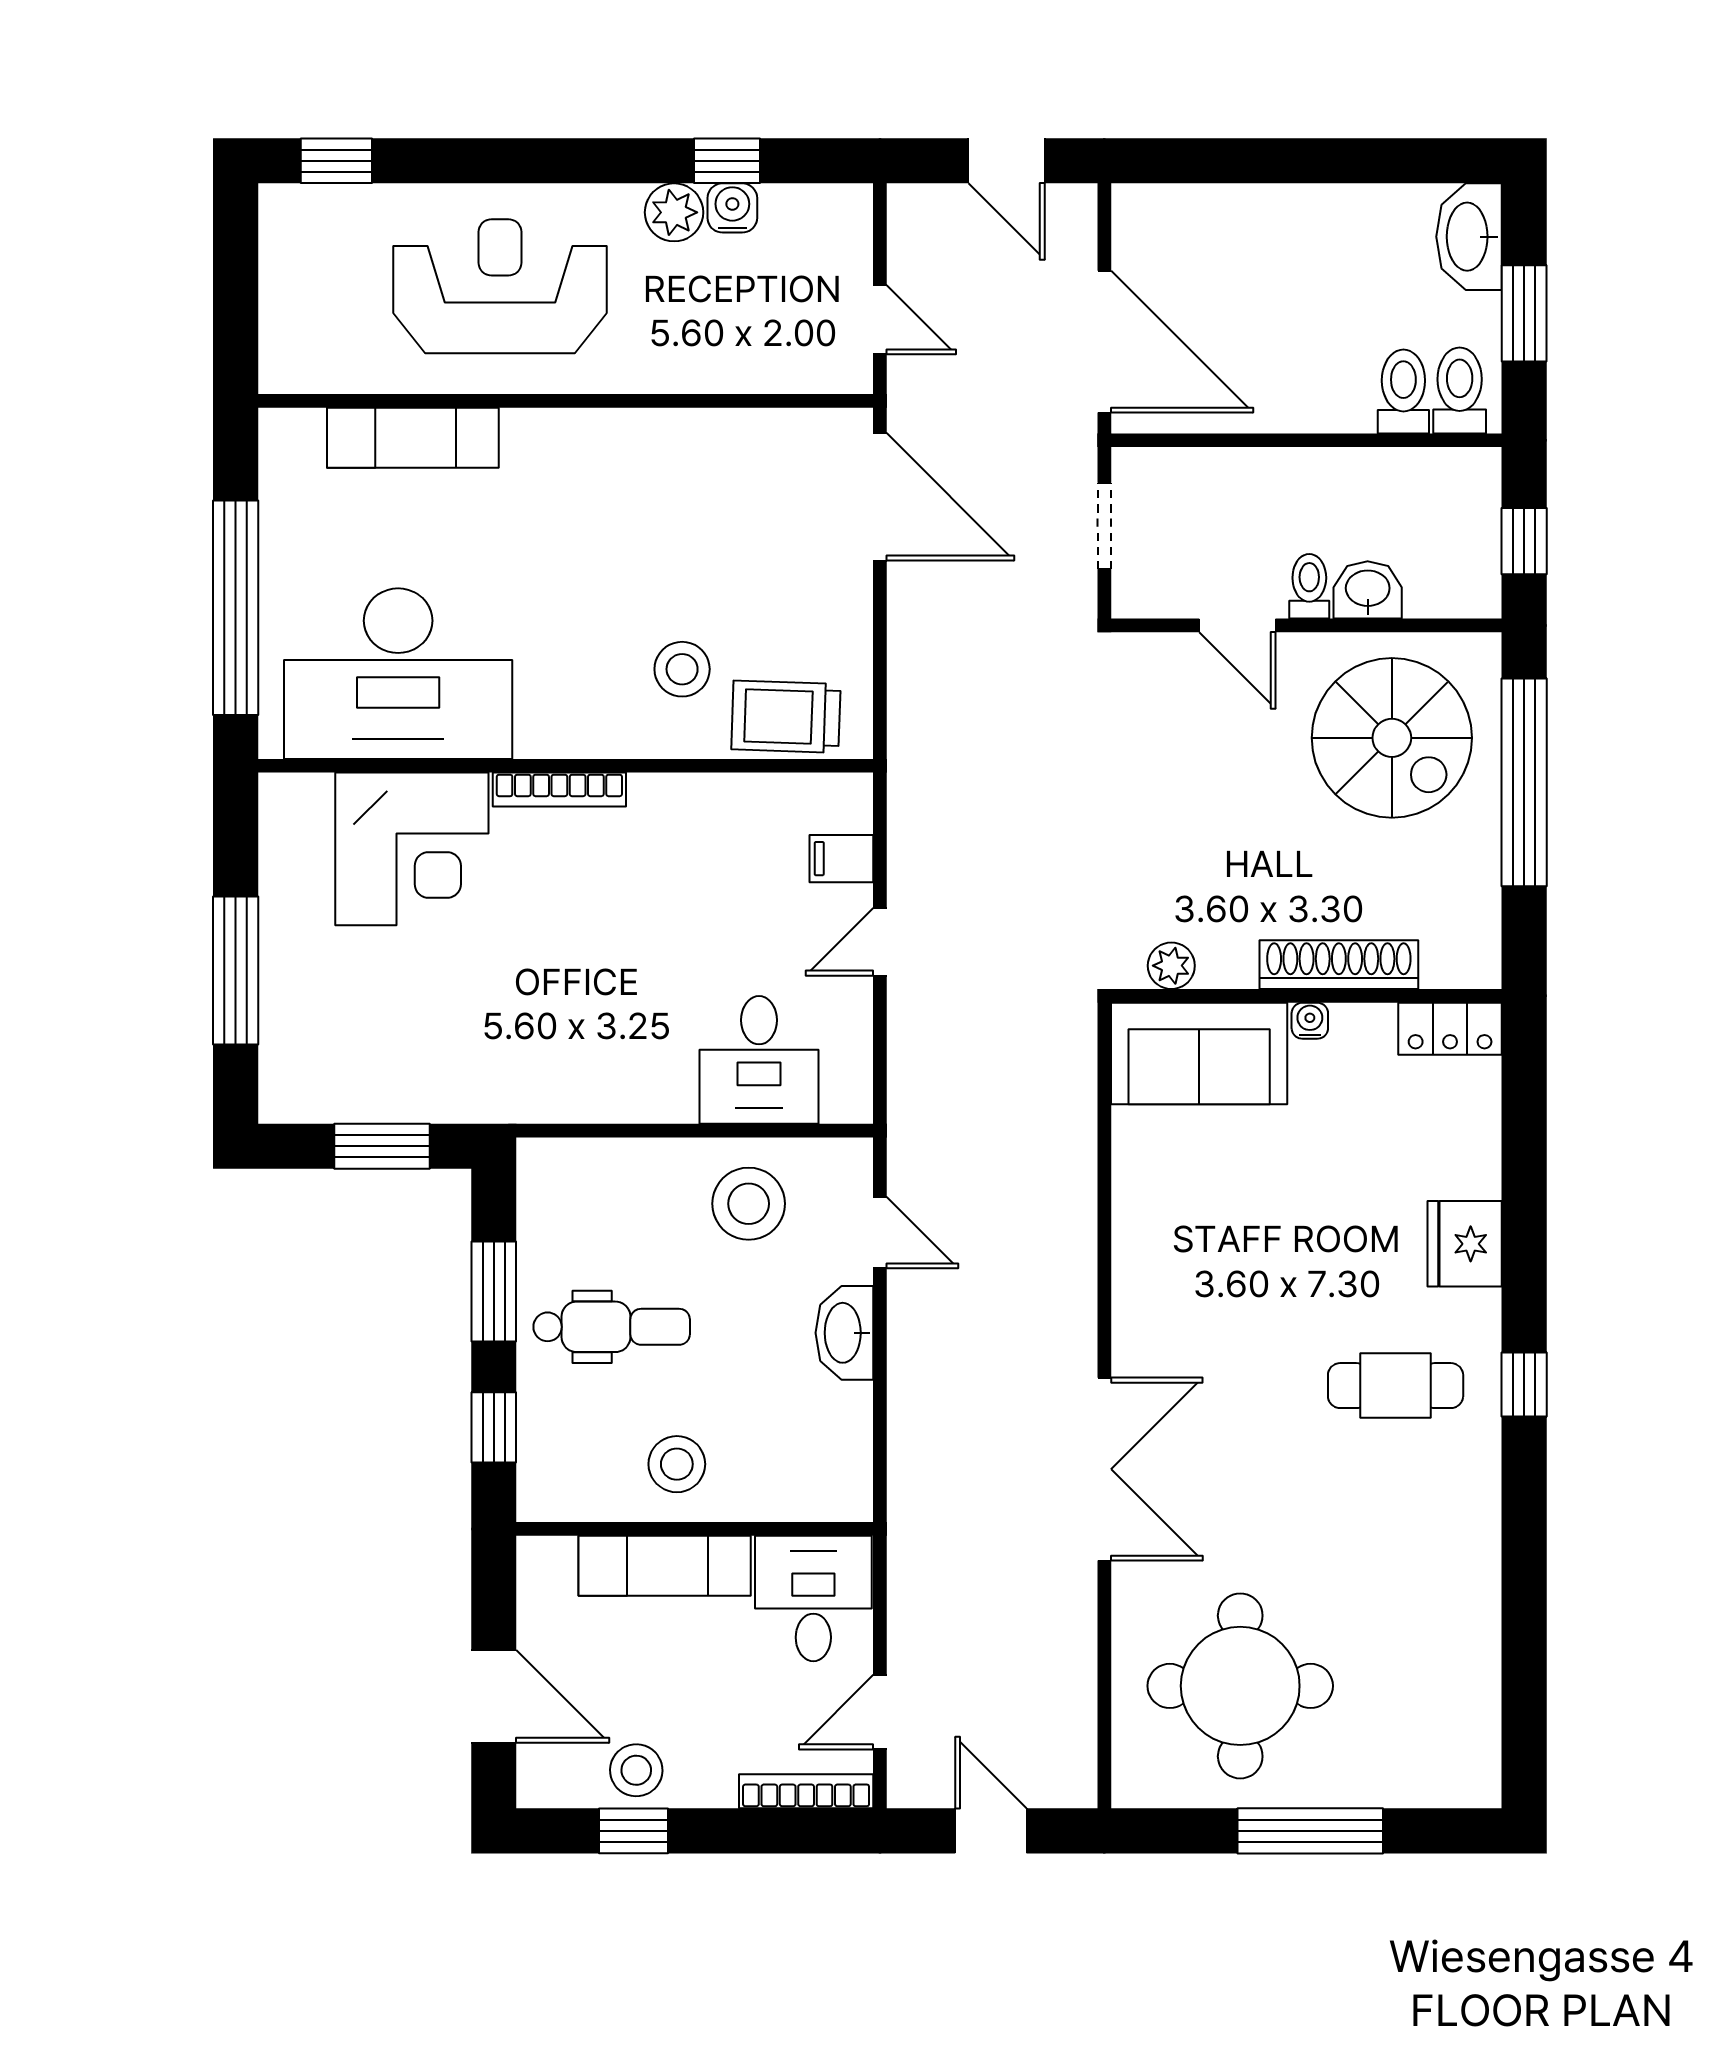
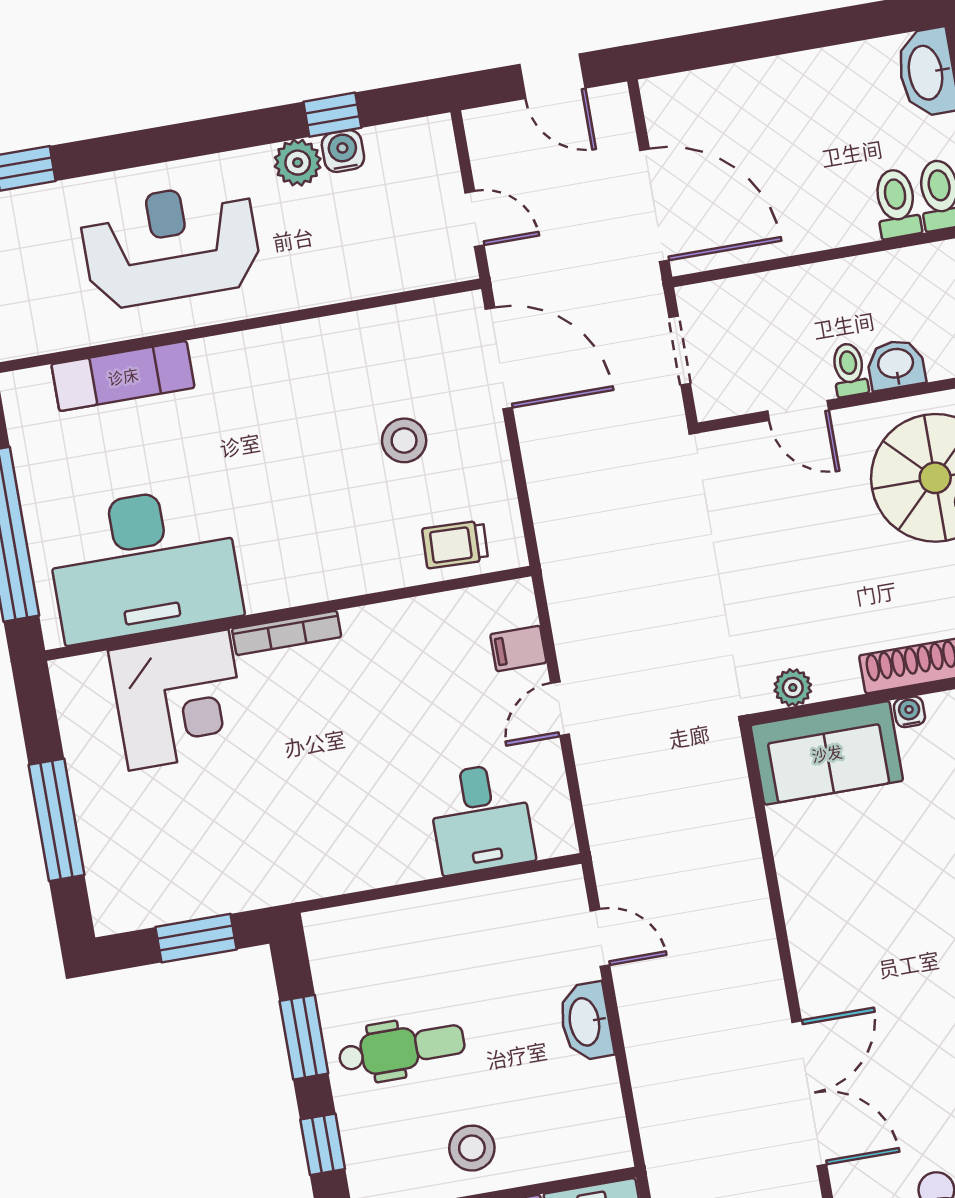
stool: (682, 669) -> (404, 440), moved
trolley: (786, 717) -> (455, 544), width x0.73, depth x0.72
stool: (749, 1204) -> (493, 933), removed

